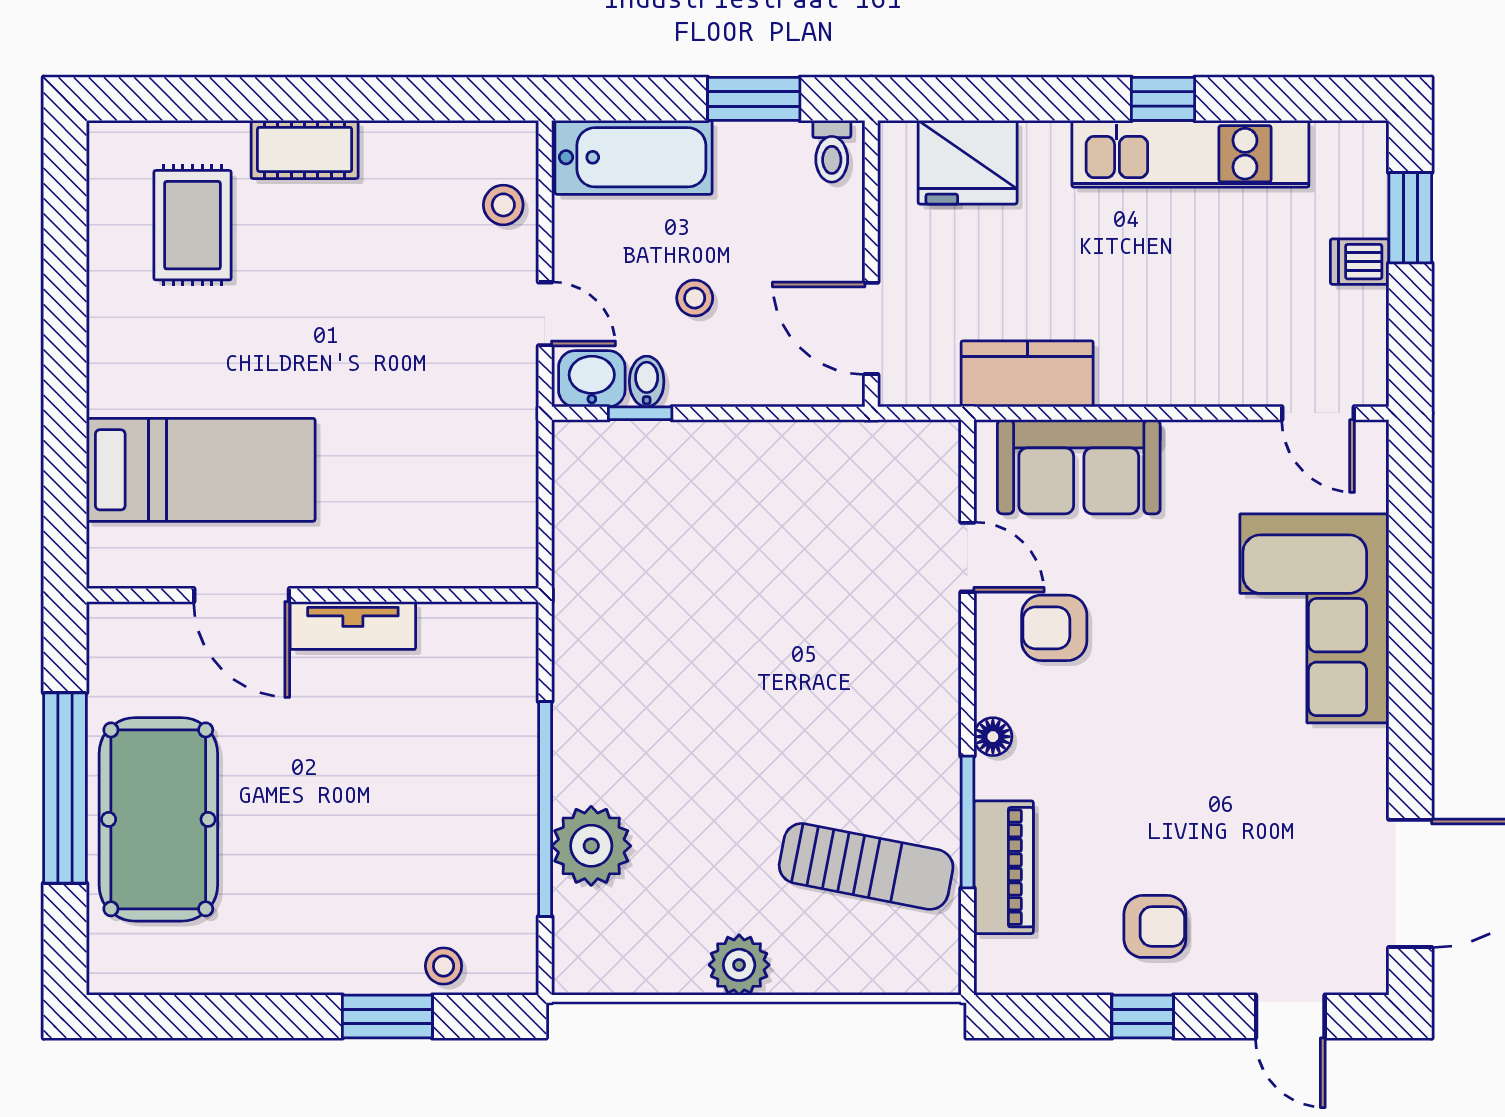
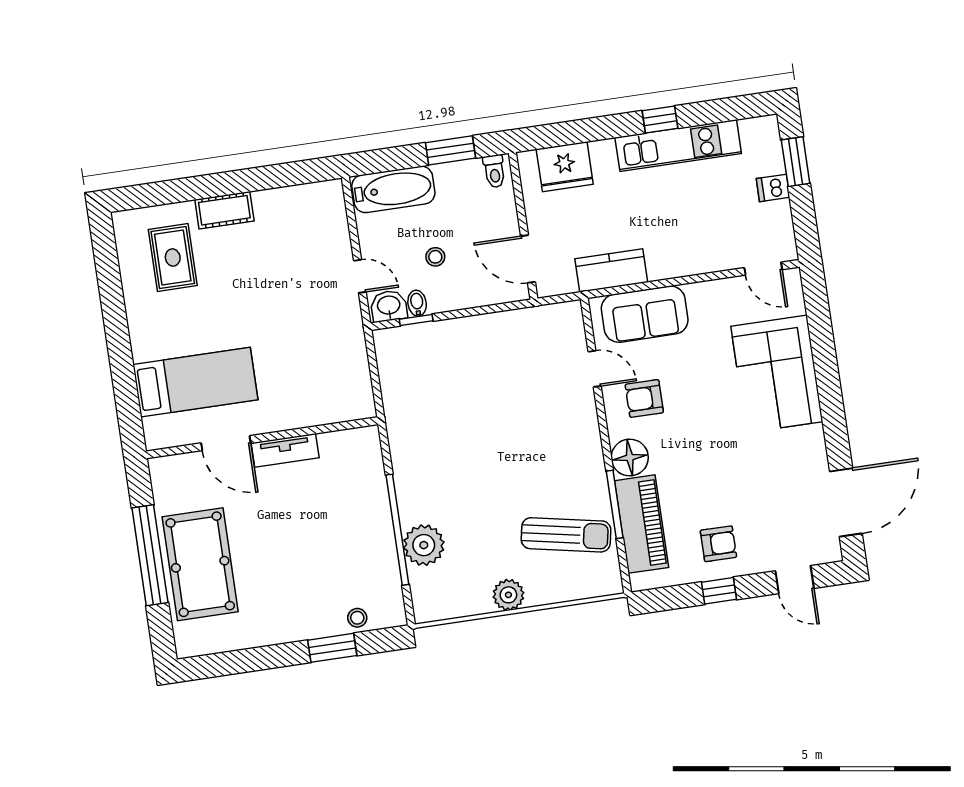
stool: (503, 205) -> (330, 224), removed
floor lamp: (993, 737) -> (630, 458), width x1.89, depth x1.89
piano: (1004, 867) -> (641, 524), width x1.37, depth x1.33

